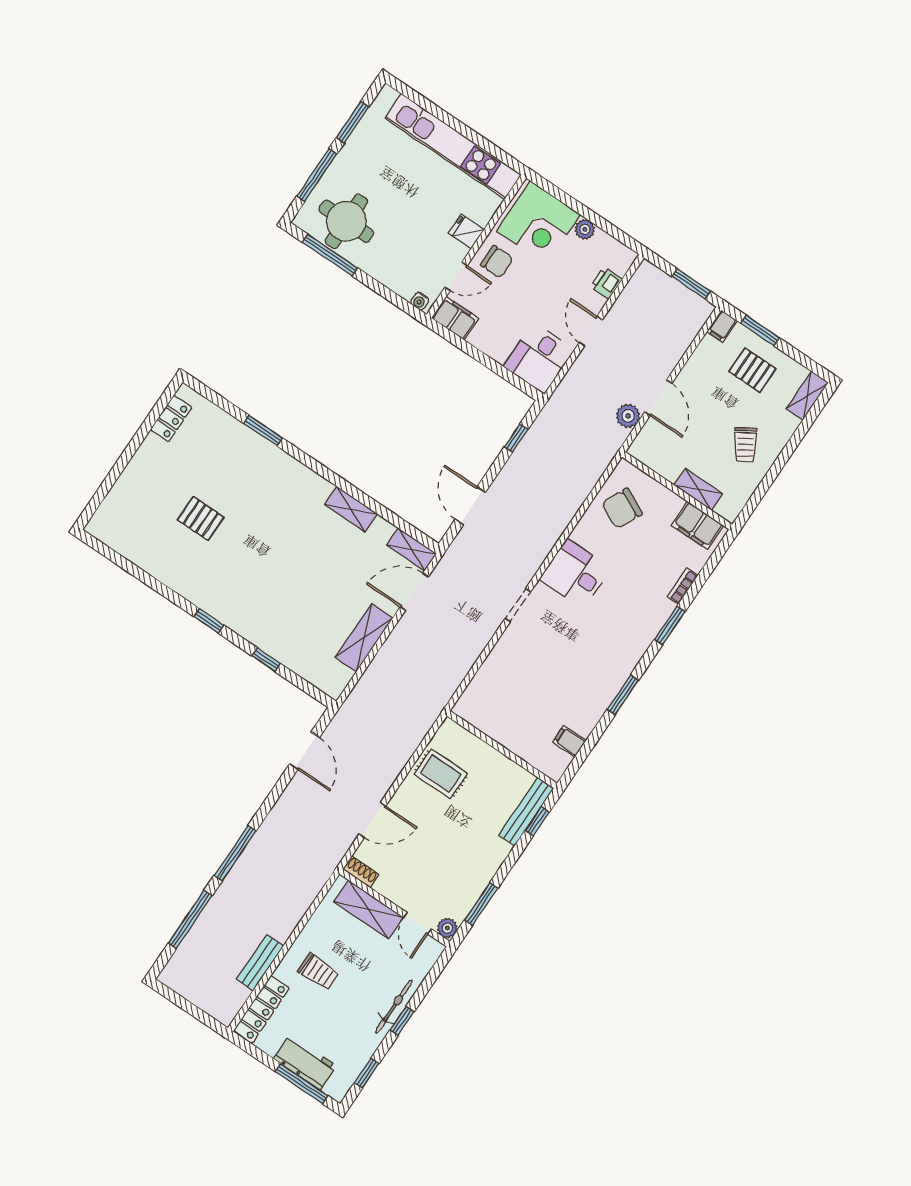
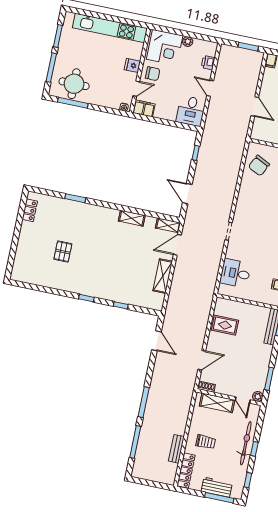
plant: (628, 416) -> (244, 121), removed
pallet: (201, 519) -> (63, 252), turned 90
desk: (575, 574) -> (235, 273), moved
bicycle: (394, 1006) -> (246, 443), width x1.37, depth x1.40

